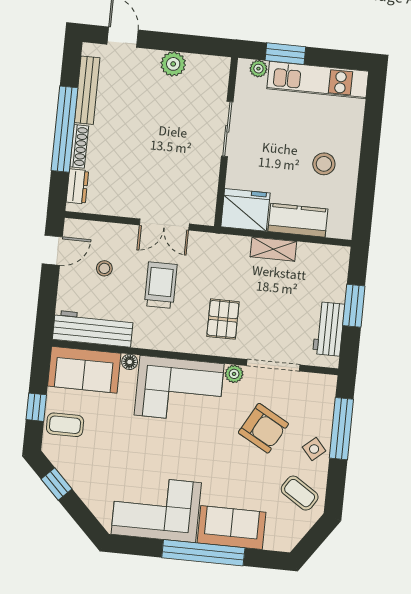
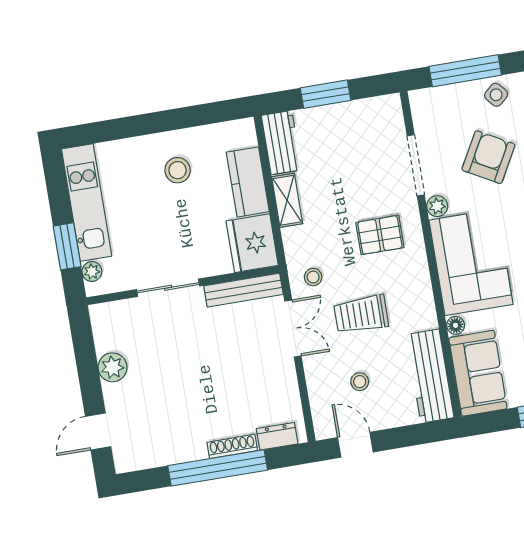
bench: (87, 90) -> (243, 290), moved
stool: (203, 253) -> (313, 277), added
workbench: (329, 329) -> (282, 143), moved, turned -90

